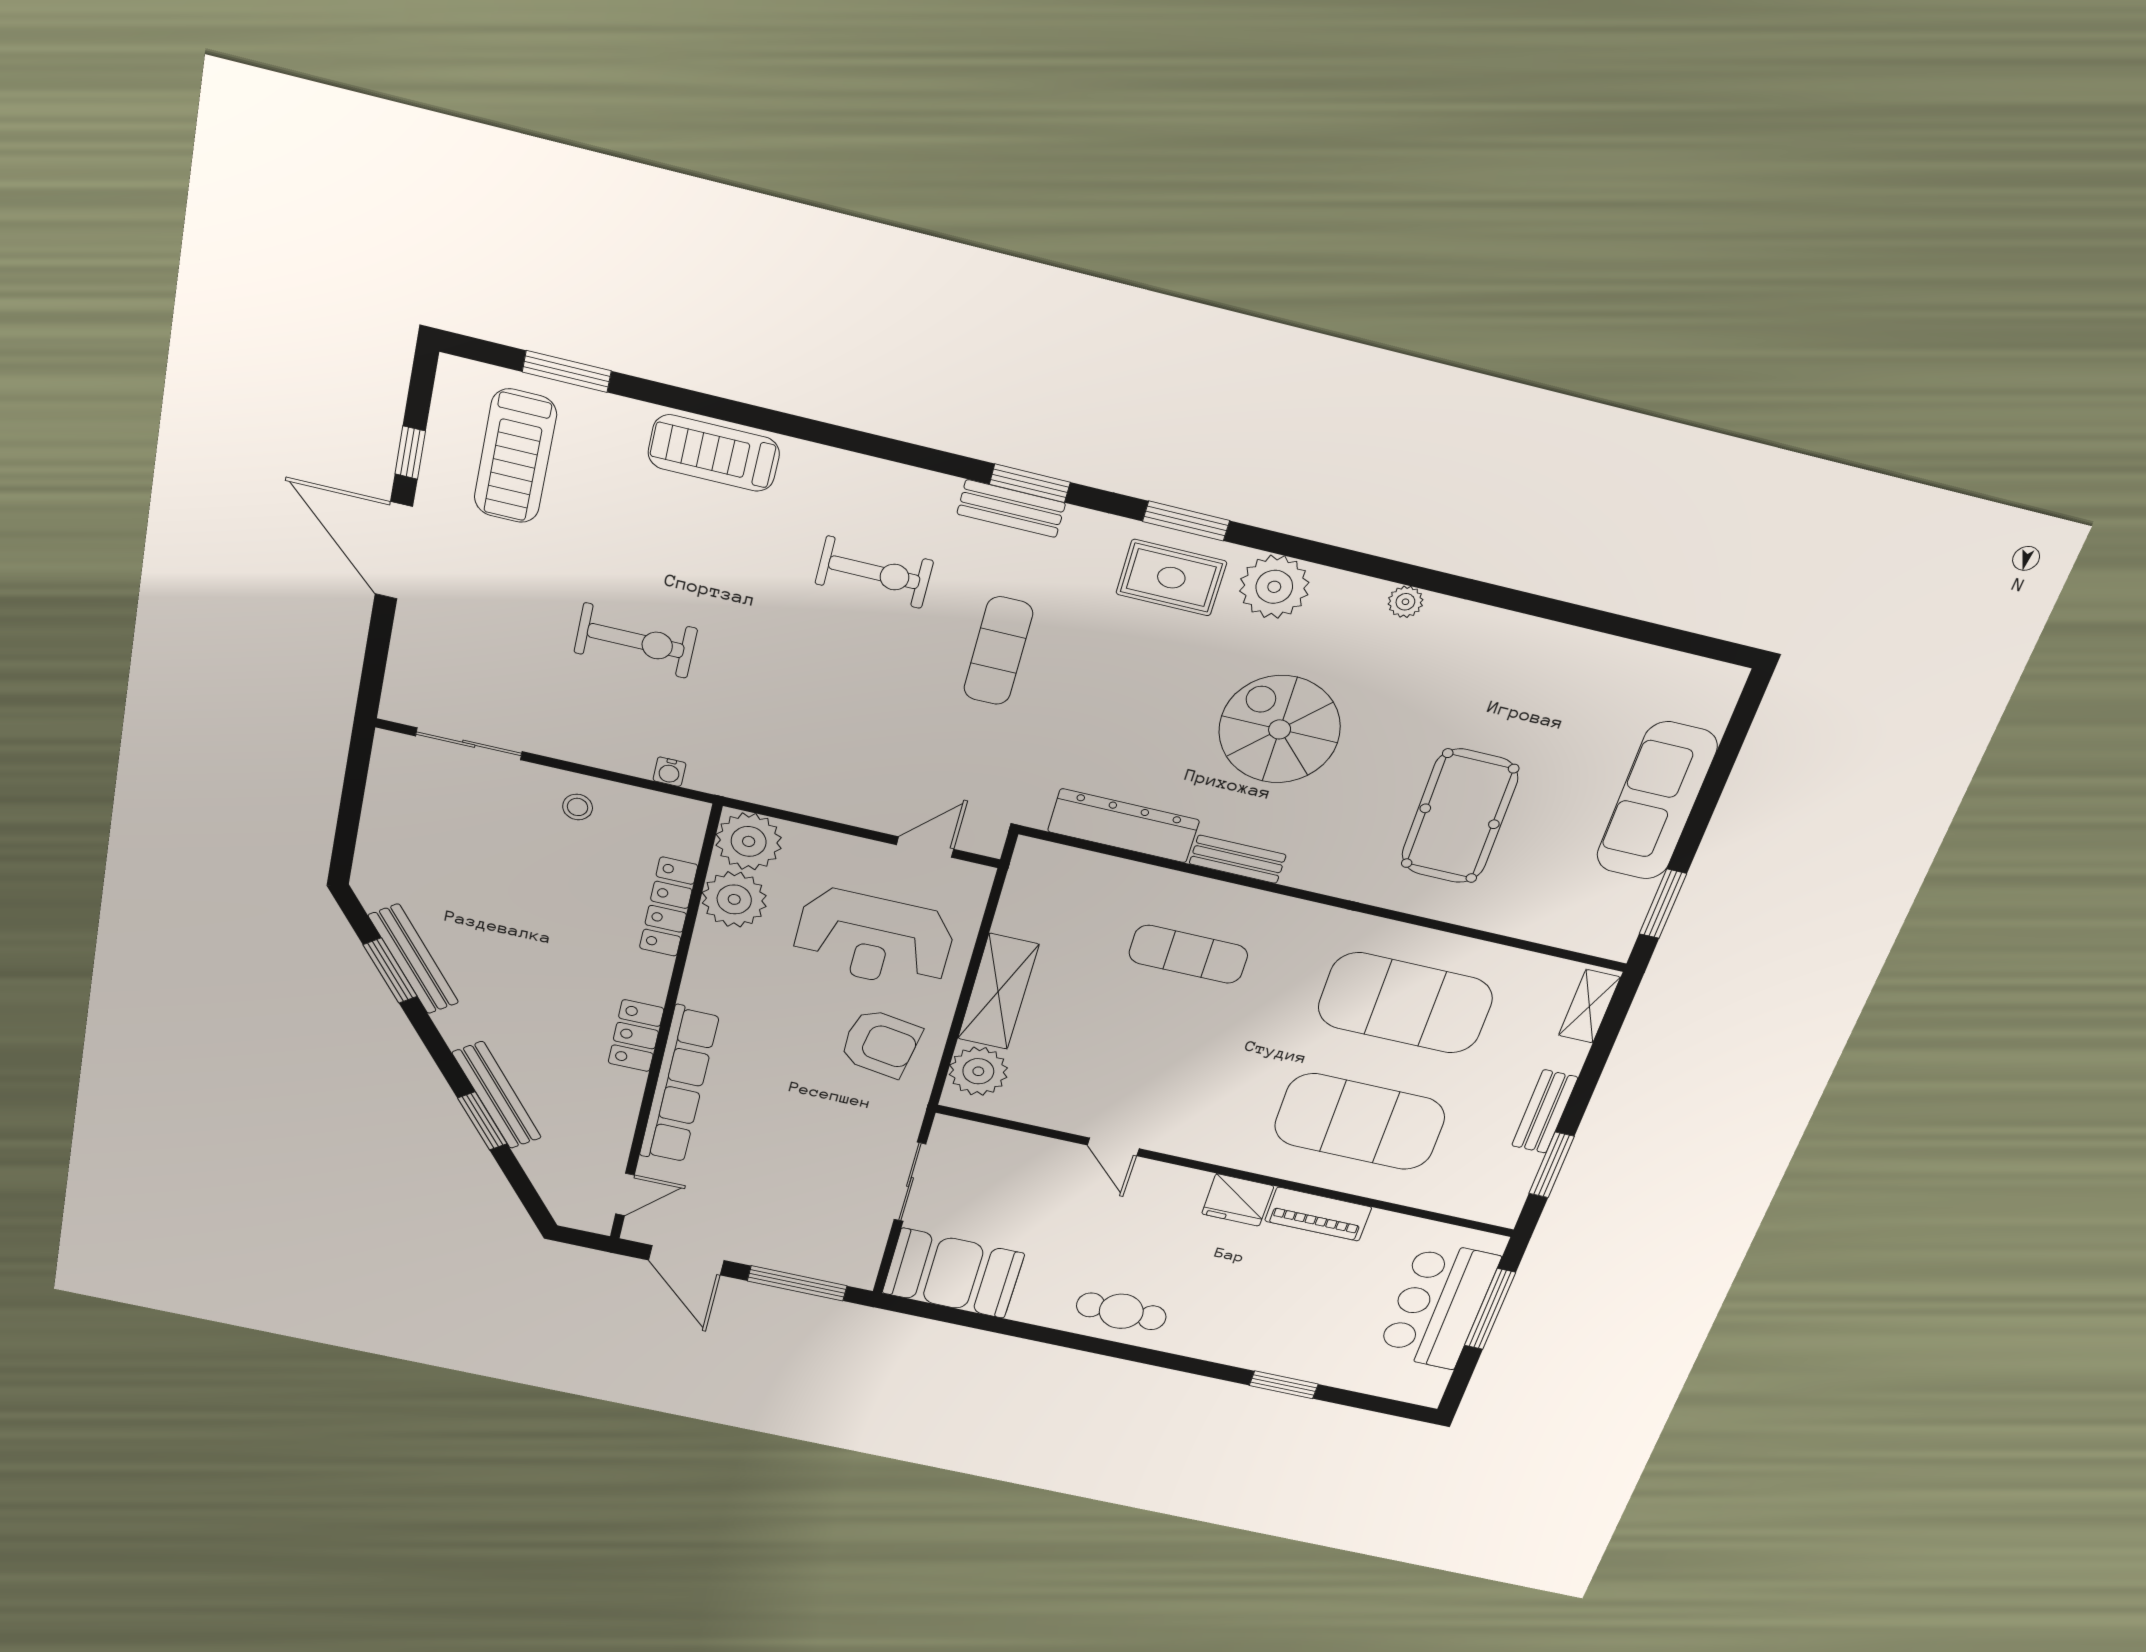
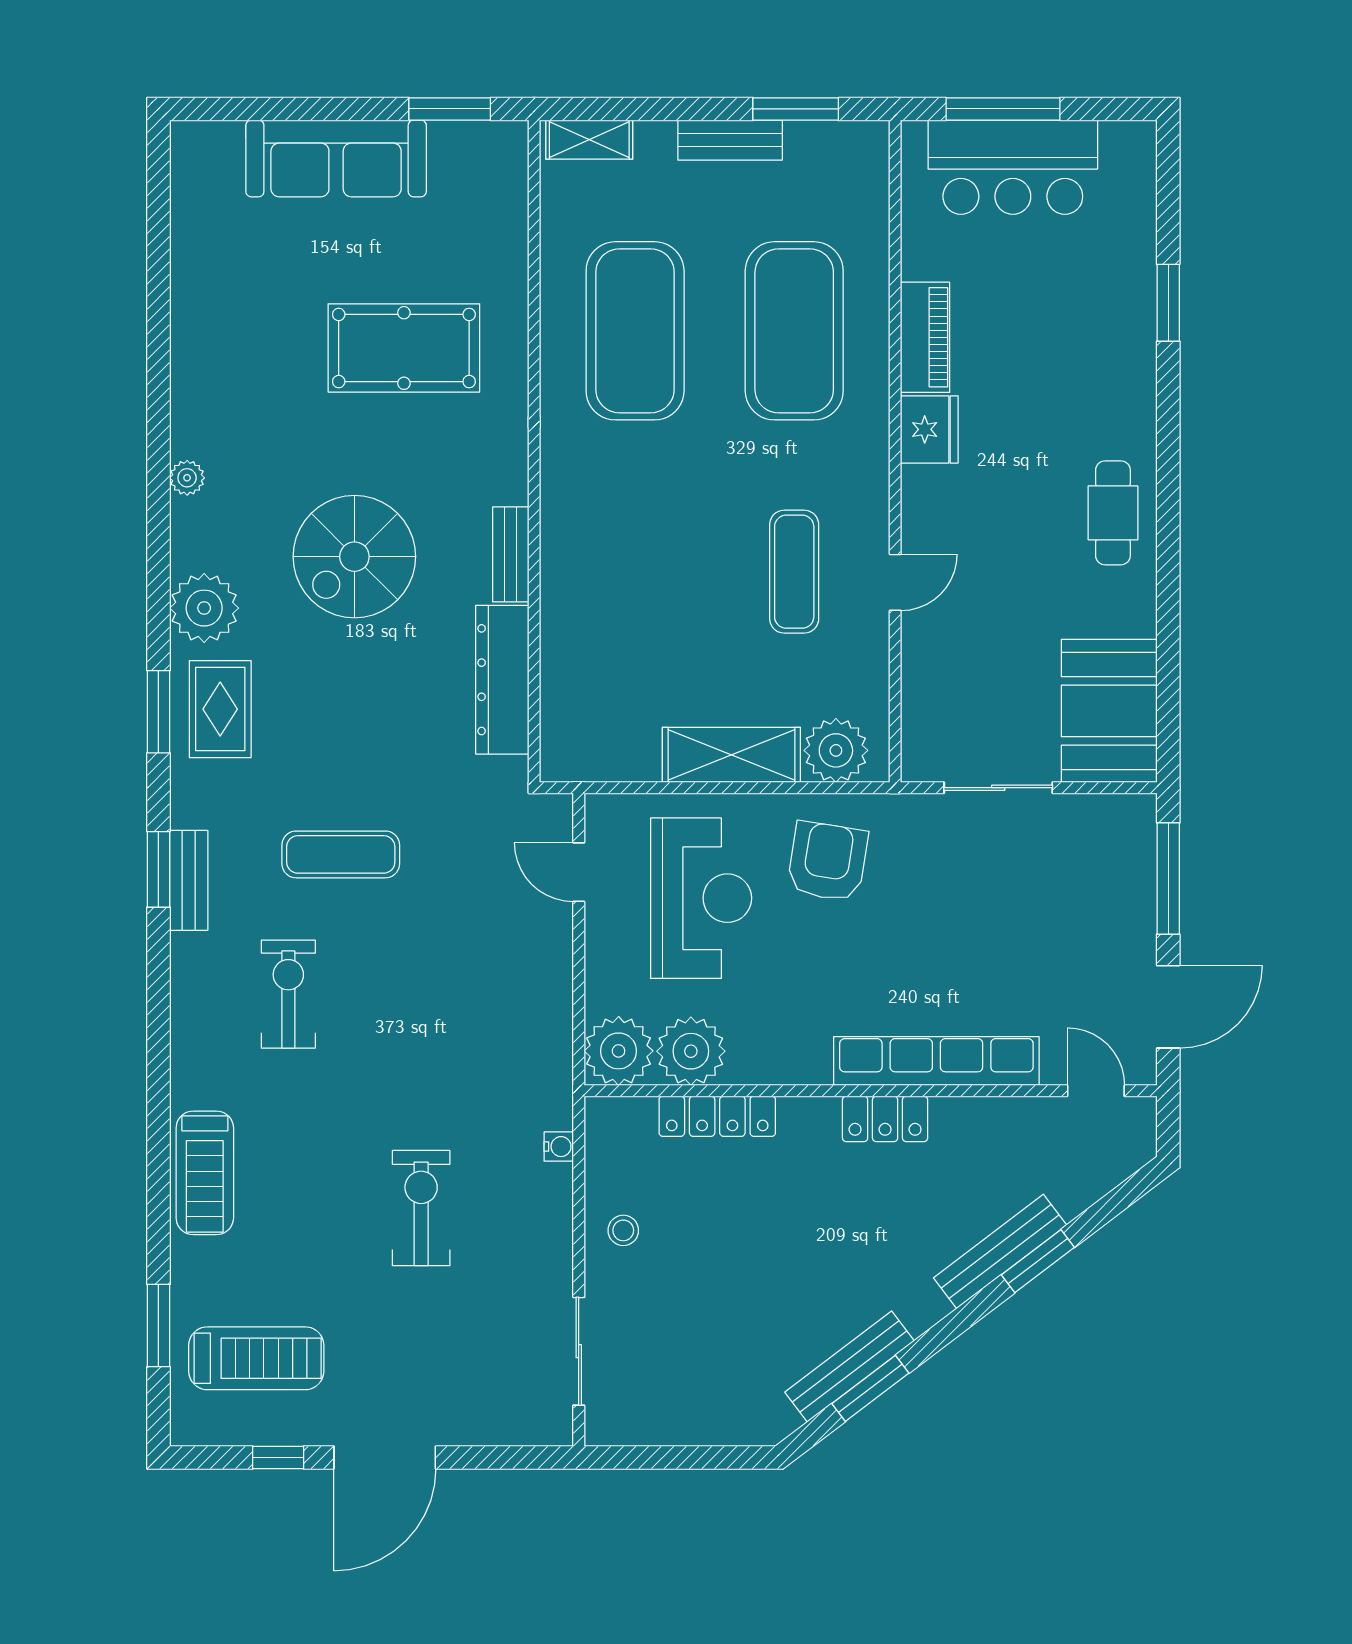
exercise mat: (1188, 954) -> (794, 572), moved

